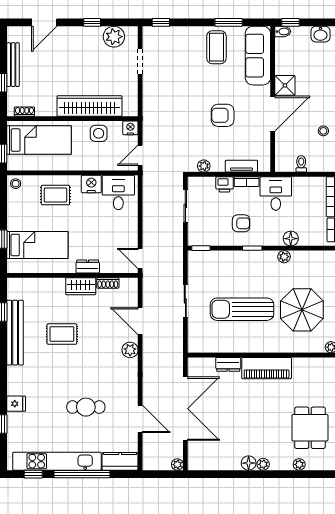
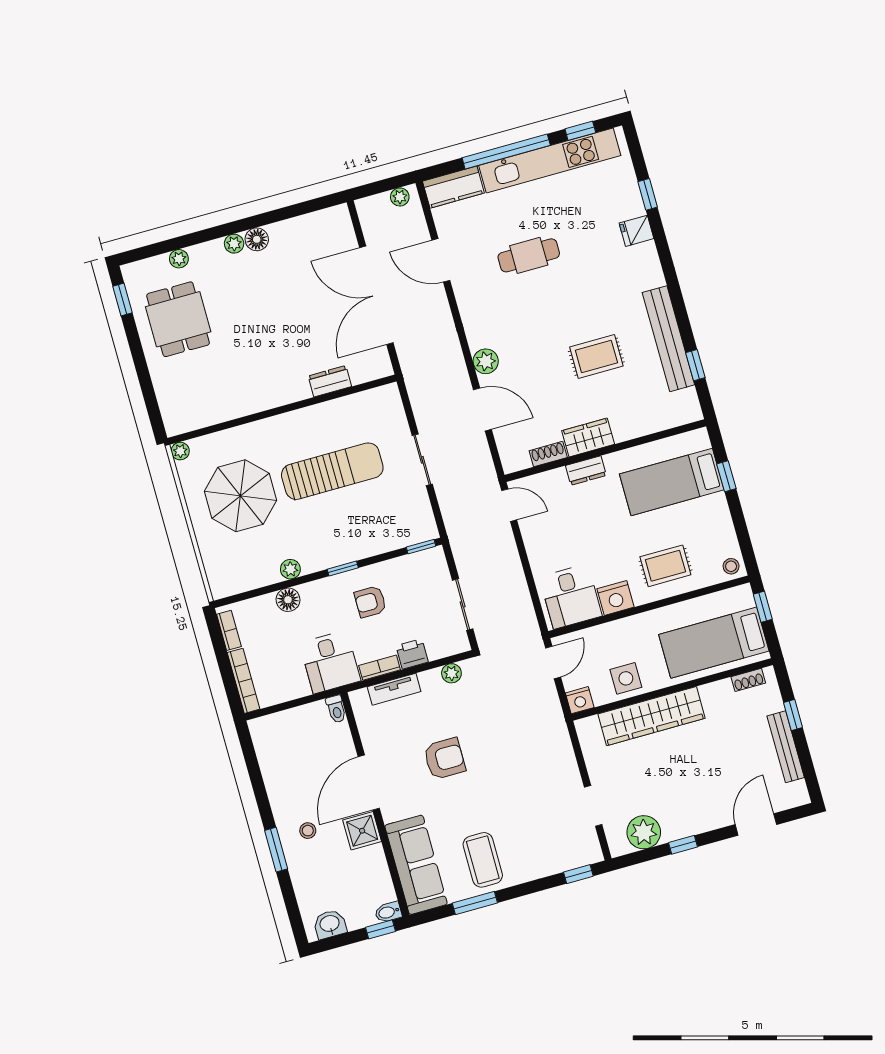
stool: (323, 131) -> (308, 831), moved
toilet: (301, 164) -> (336, 709), moved
piano: (267, 368) -> (270, 392), removed
plant: (177, 465) -> (400, 197), moved

